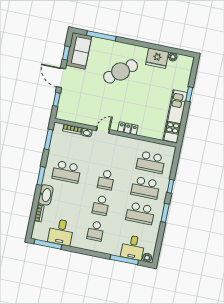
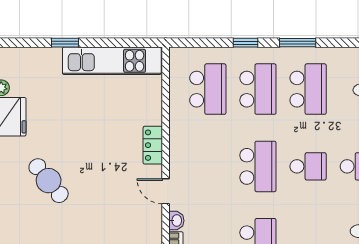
cafe table: (121, 71) -> (49, 181), width x0.73, depth x0.74
school desk: (106, 180) -> (258, 166), width x1.85

